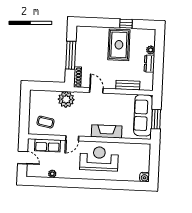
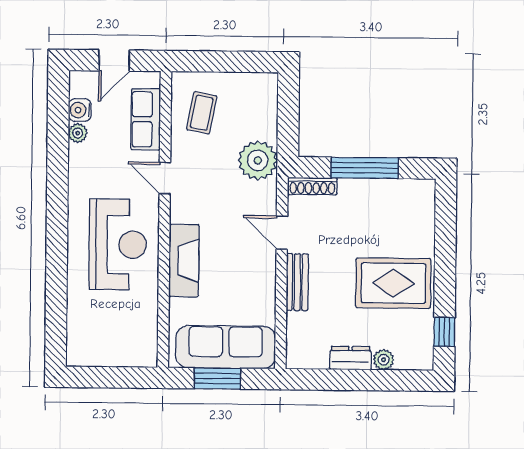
window: (126, 24) -> (444, 332), moved
bench: (128, 85) -> (297, 282), moved
door: (96, 90) -> (282, 233), swing flipped
water cooler: (145, 177) -> (80, 110), moved

